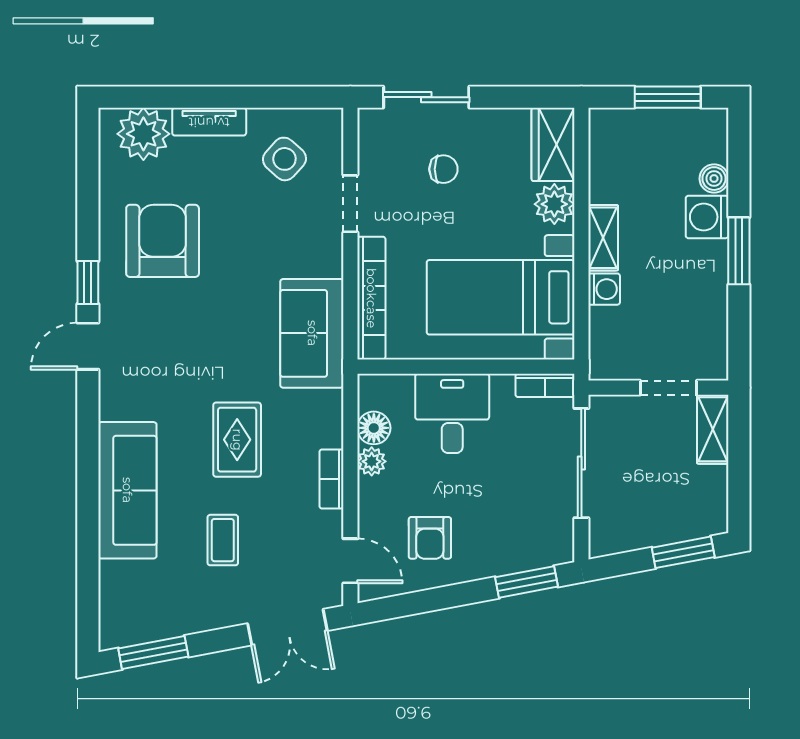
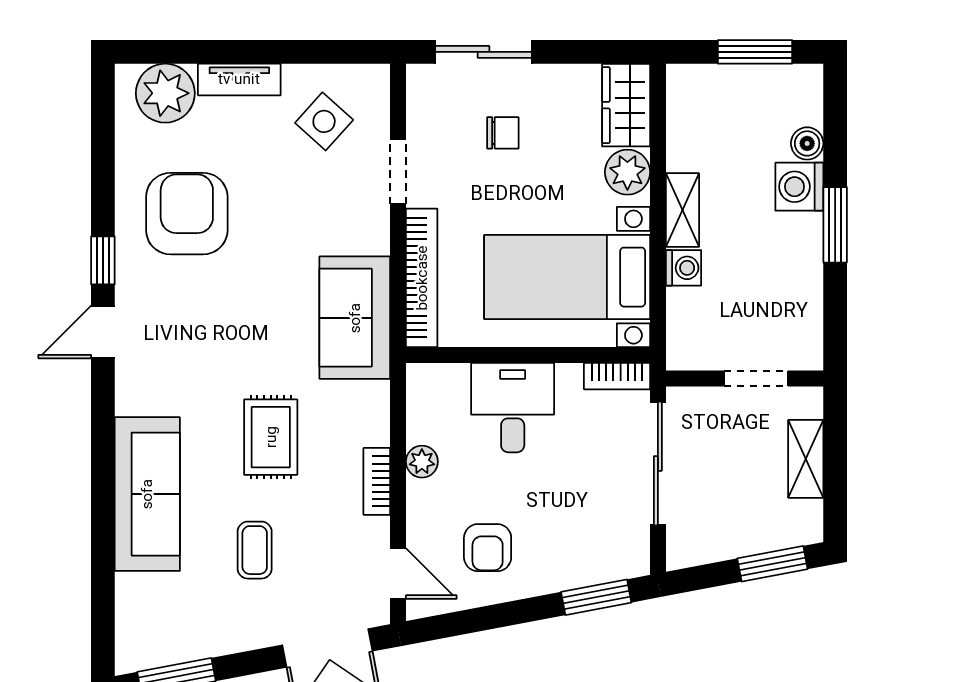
floor lamp: (374, 428) -> (424, 424), removed
shelving: (713, 429) -> (806, 459), moved

